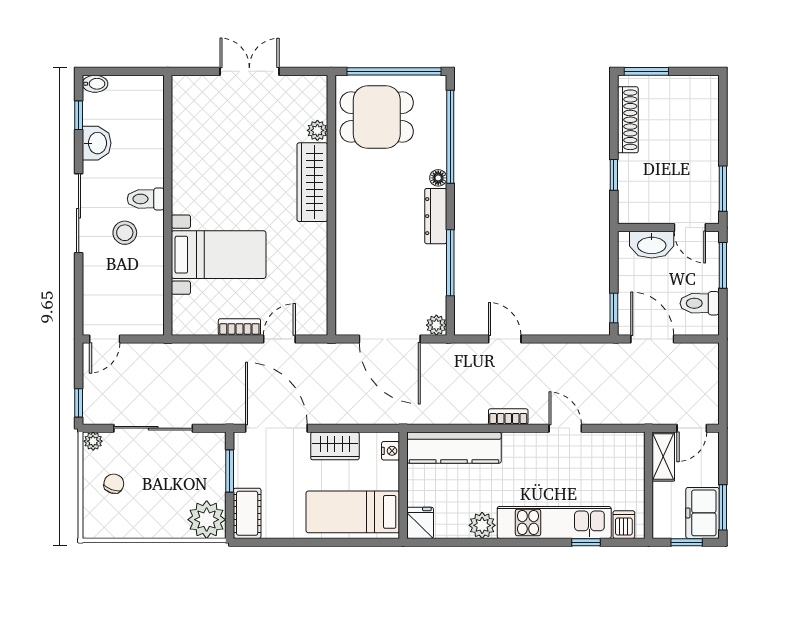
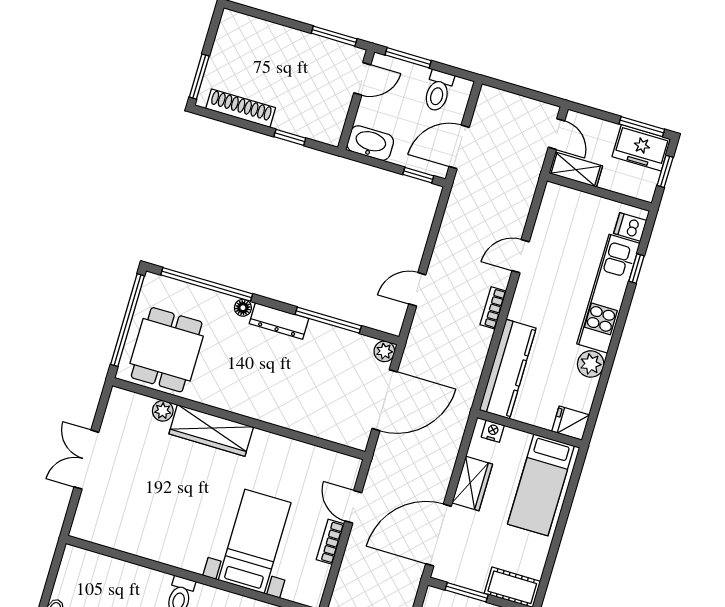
washbasin: (652, 245) -> (370, 143), moved, turned -90

